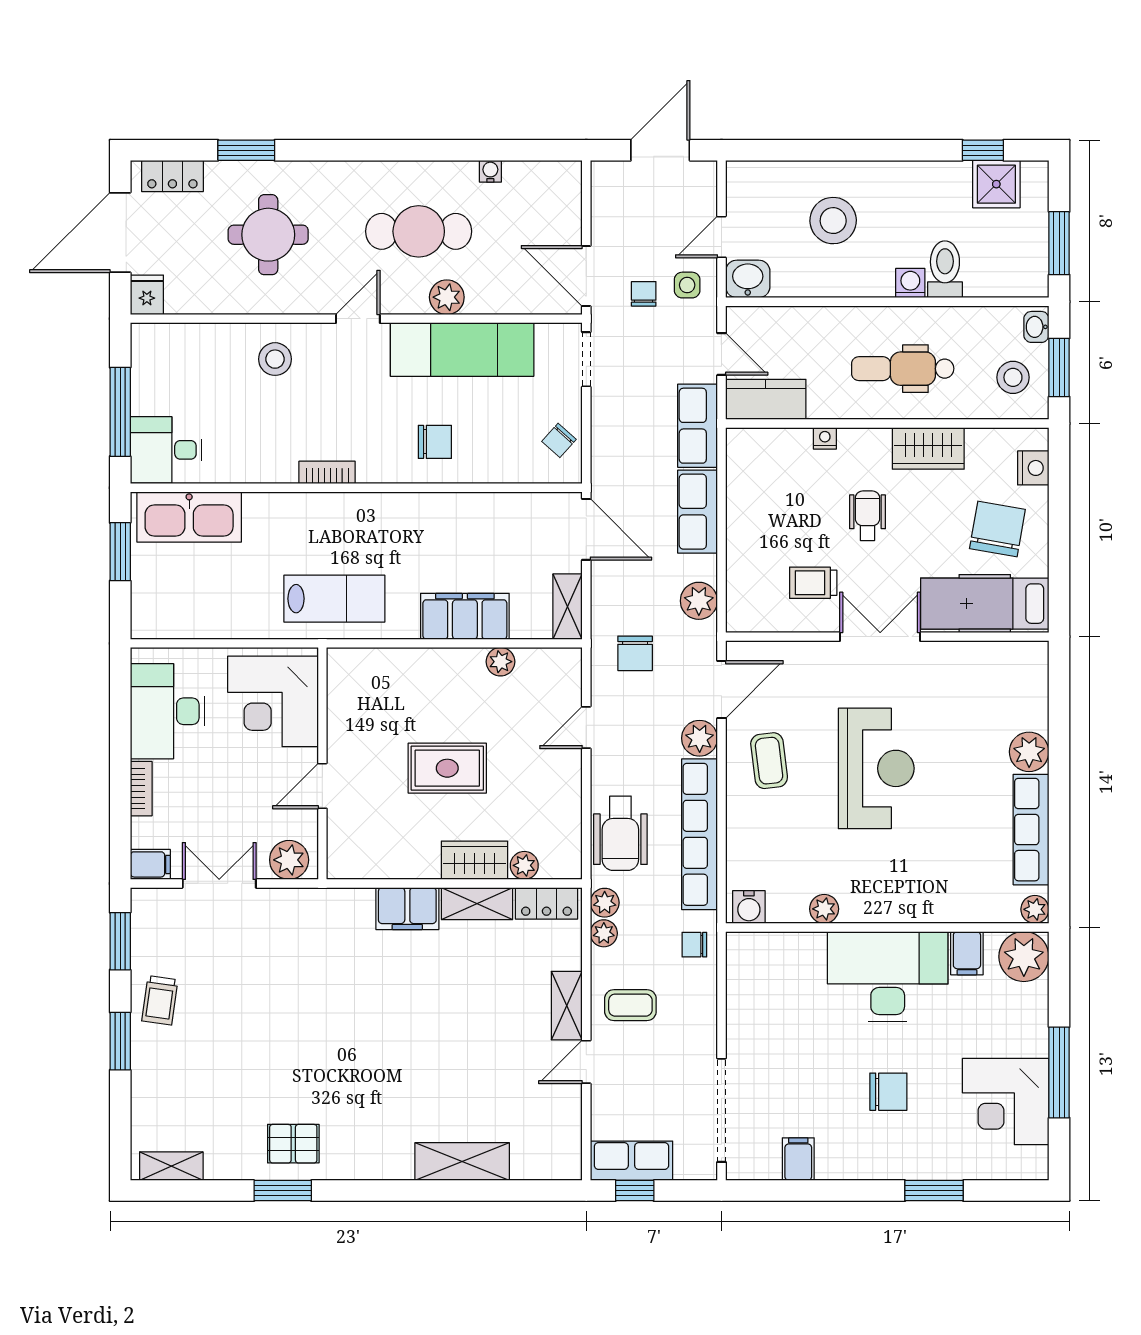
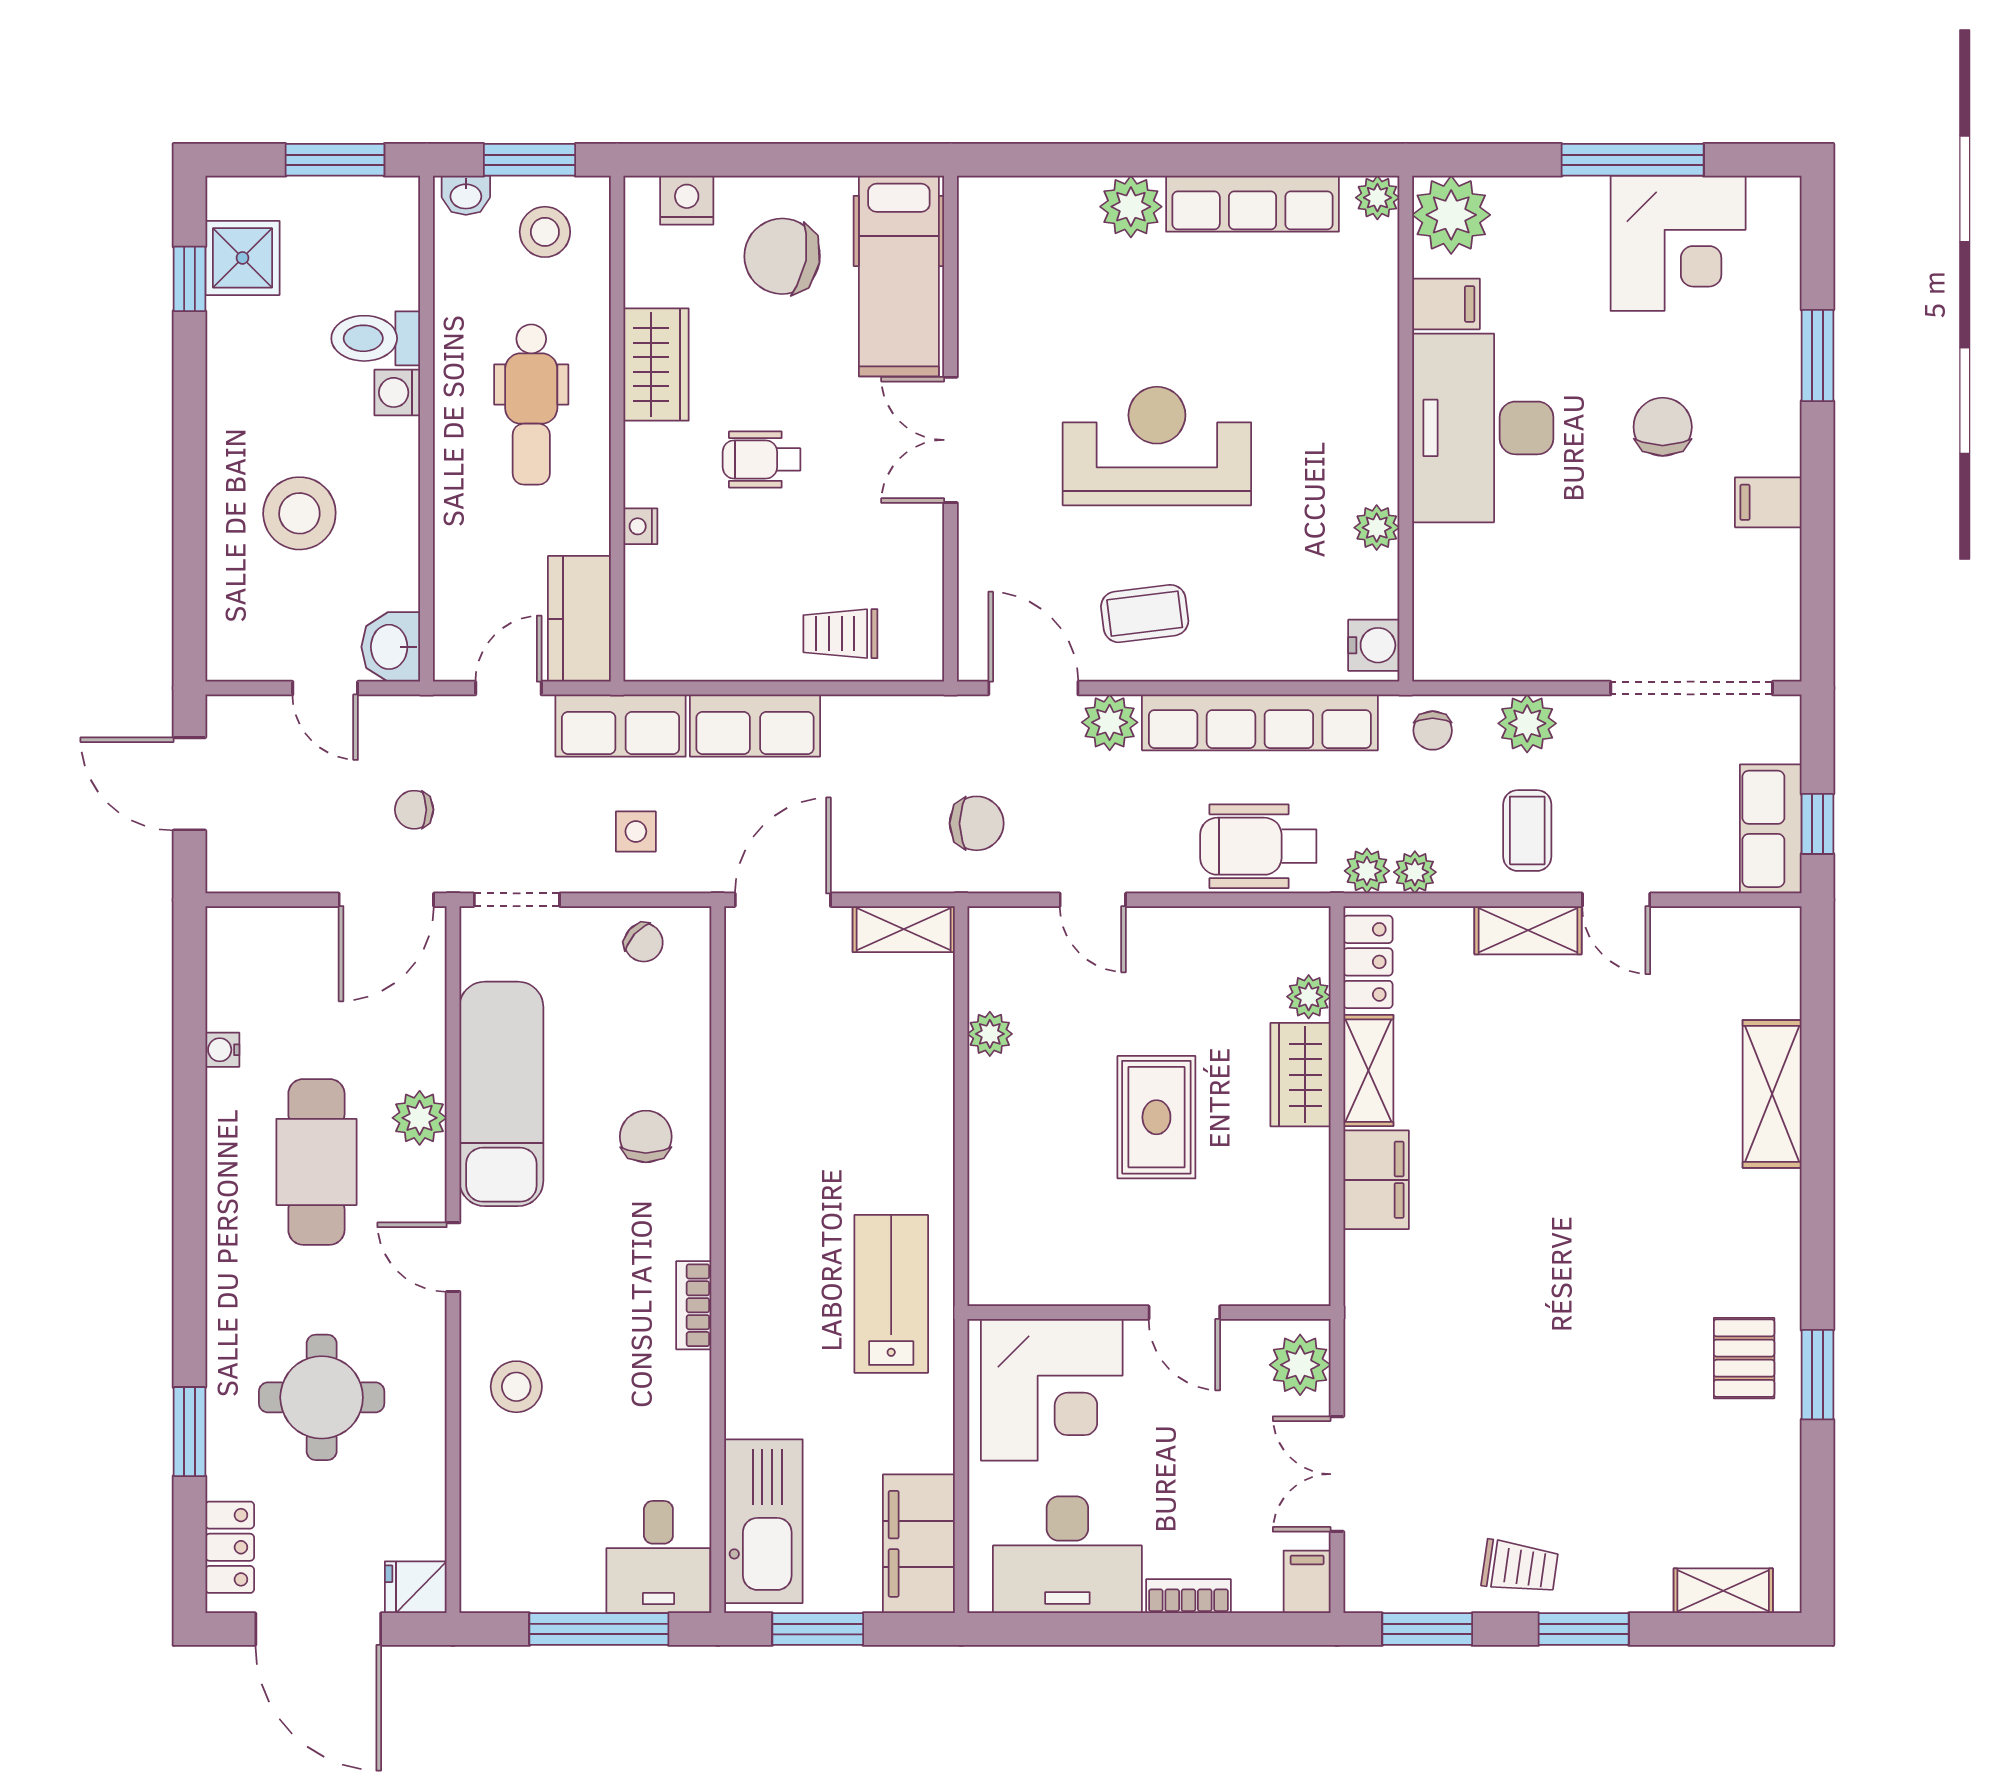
side table: (687, 285) -> (636, 831), moved
trolley: (813, 583) -> (840, 634), moved, turned 90
plant: (699, 601) -> (1527, 723), moved
filing cabinet: (465, 616) -> (919, 1544), moved
wheelchair: (620, 833) -> (1258, 846), turned 180
filing cabinet: (798, 1159) -> (1768, 502), moved
shelving: (171, 1166) -> (1723, 1591), moved, turned 90

